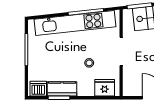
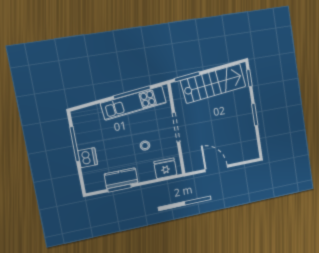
kitchen unit: (75, 23) -> (134, 103), width x0.73
dishwasher: (38, 89) -> (88, 158), moved, turned 90

